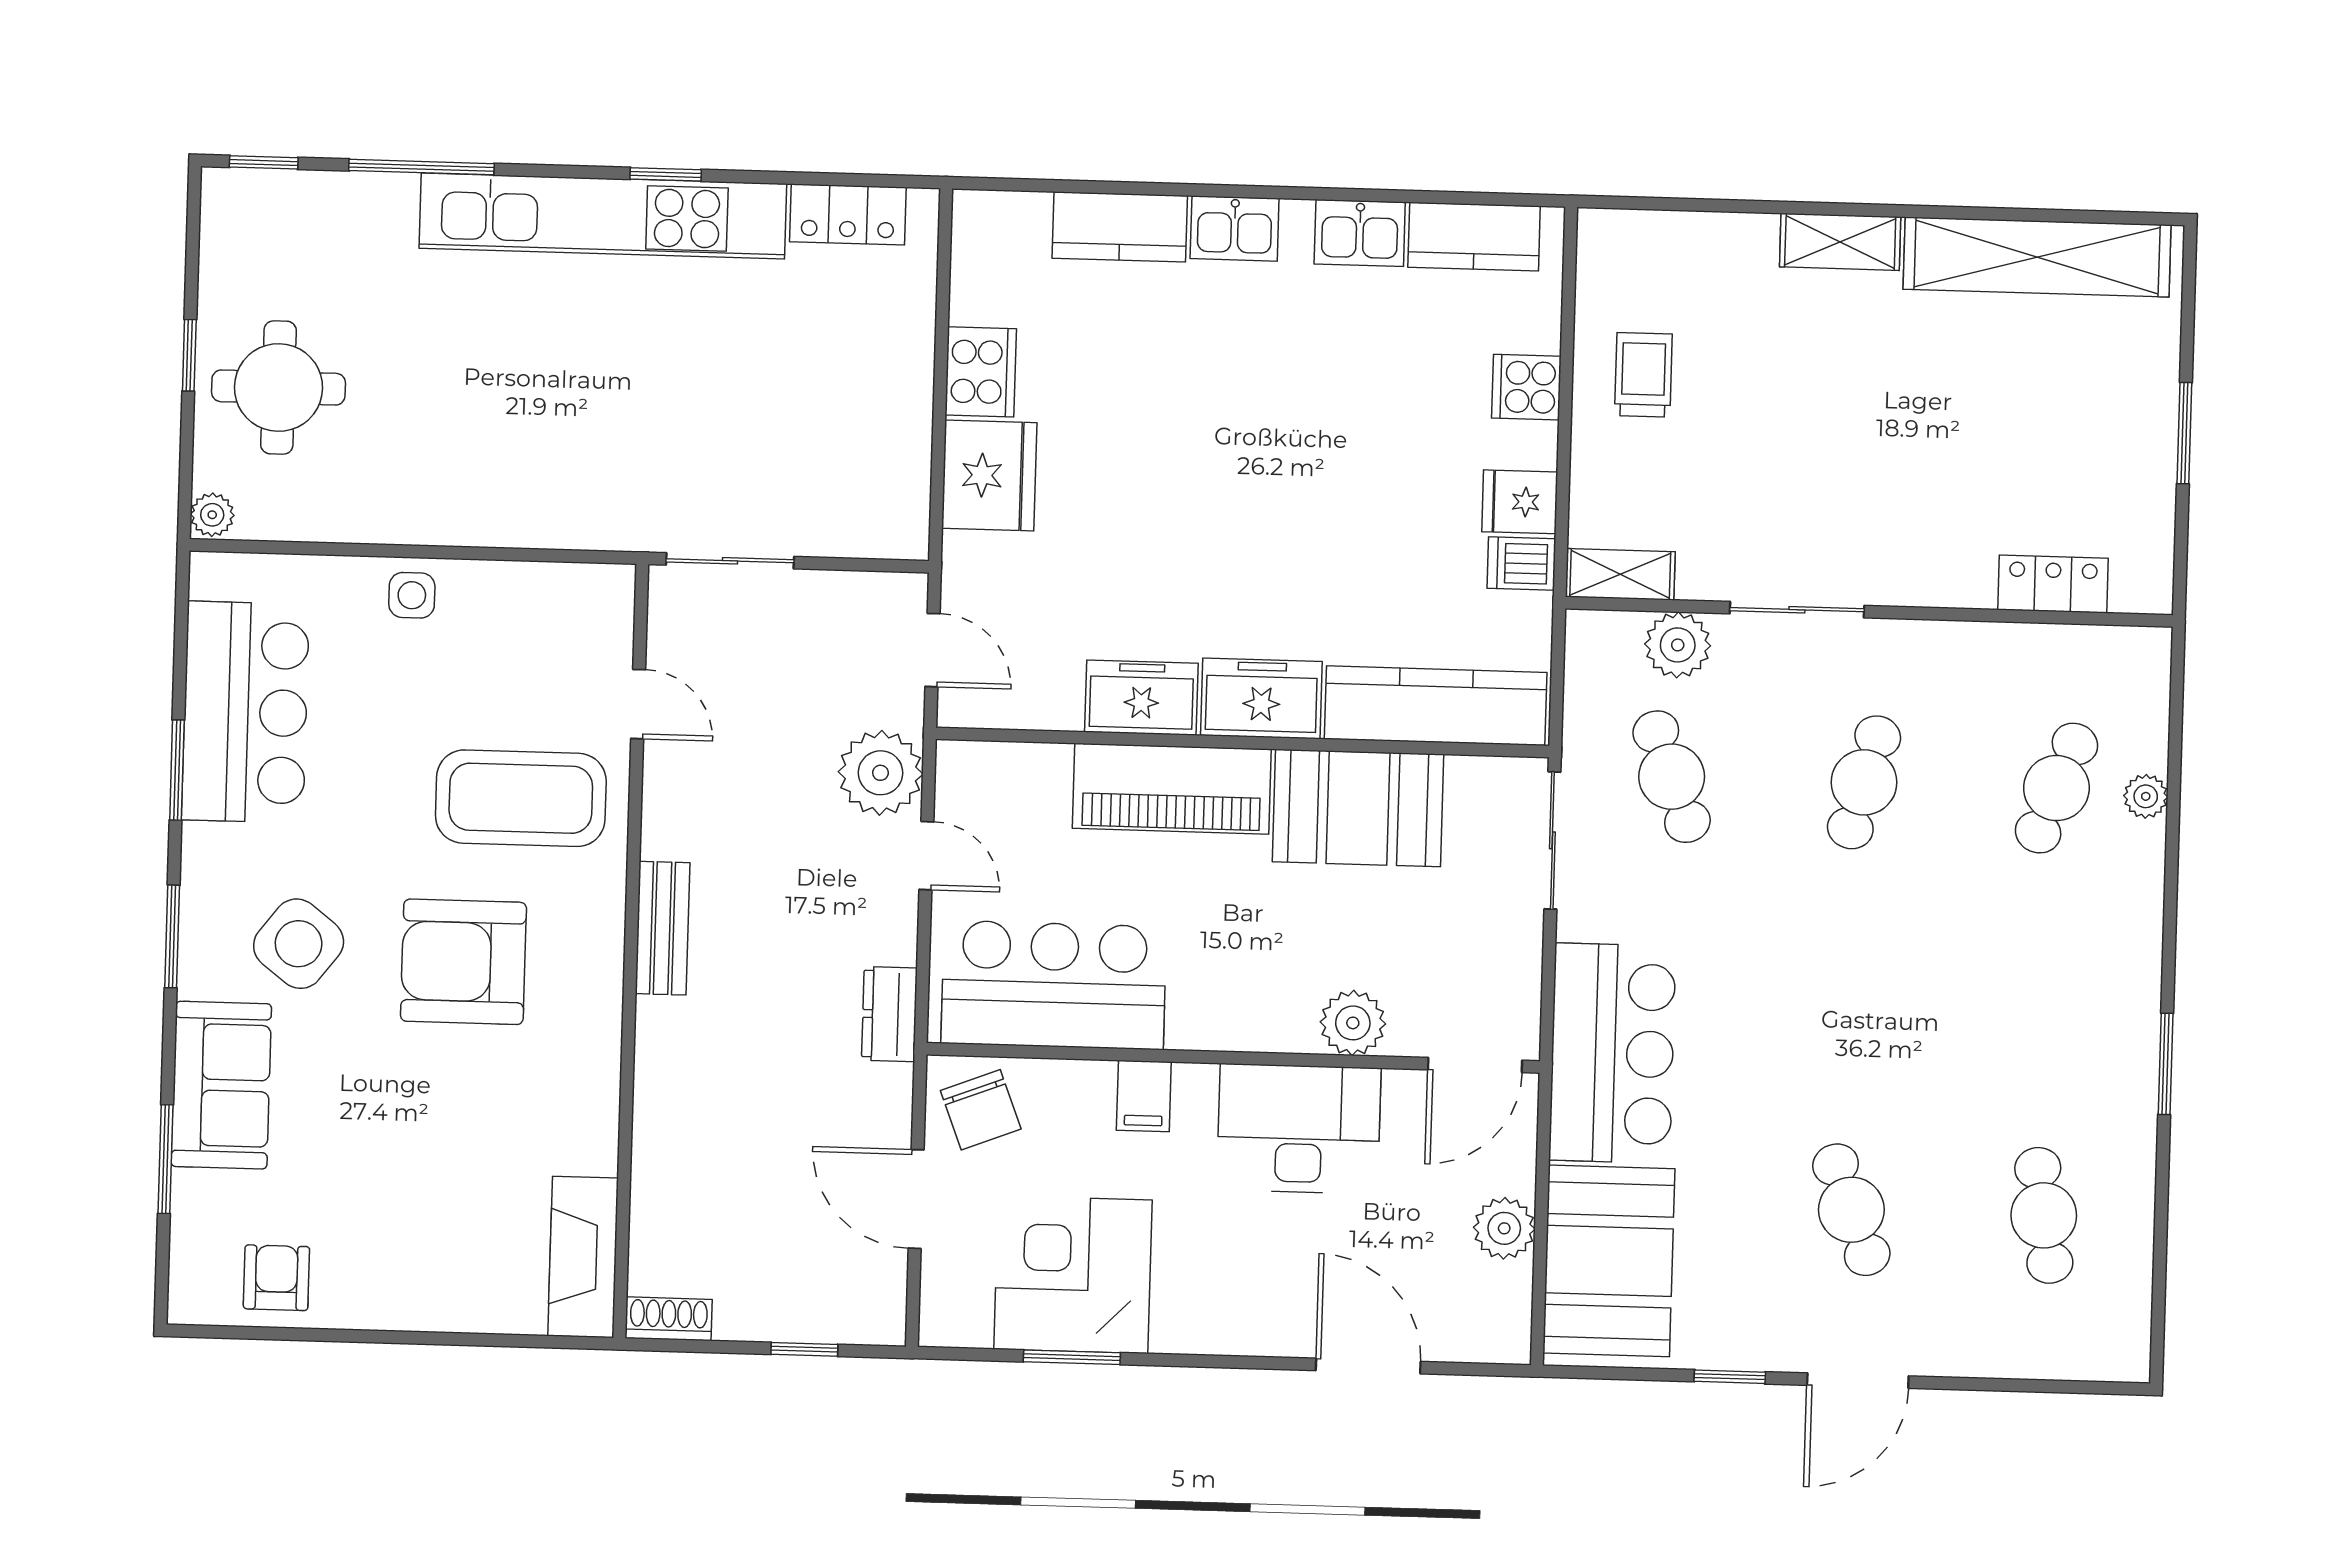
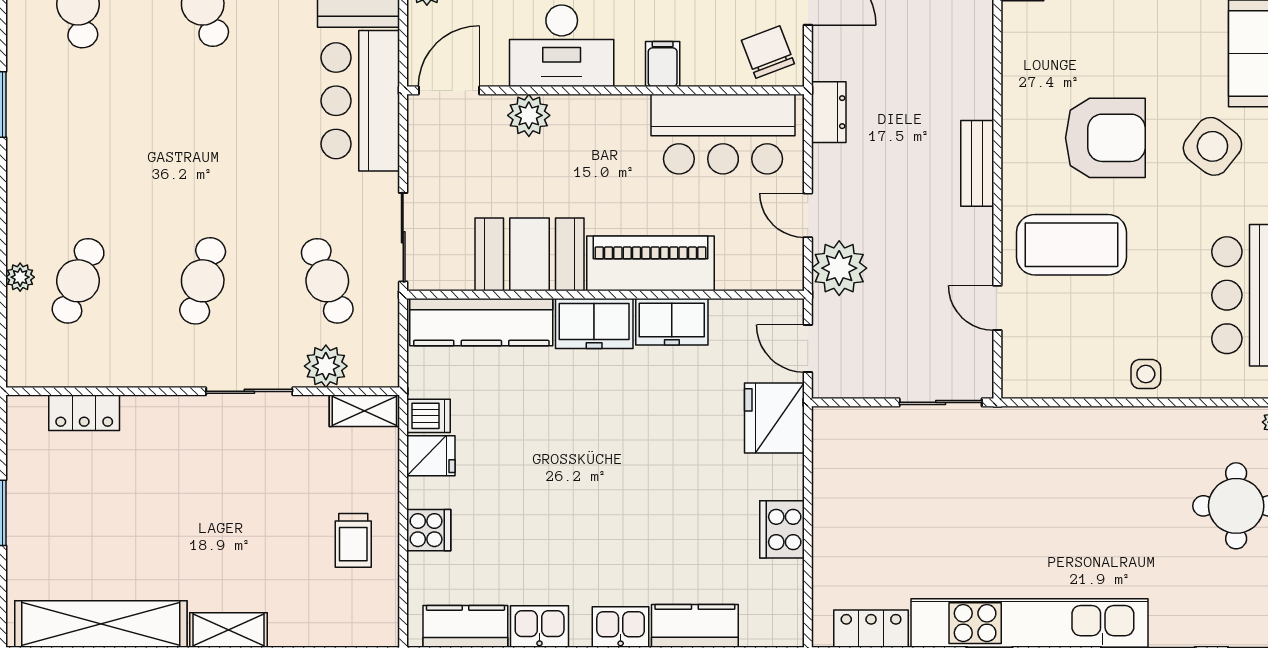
fridge: (989, 475) -> (774, 418), moved

